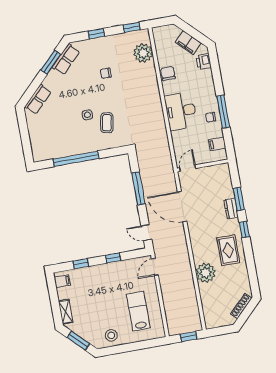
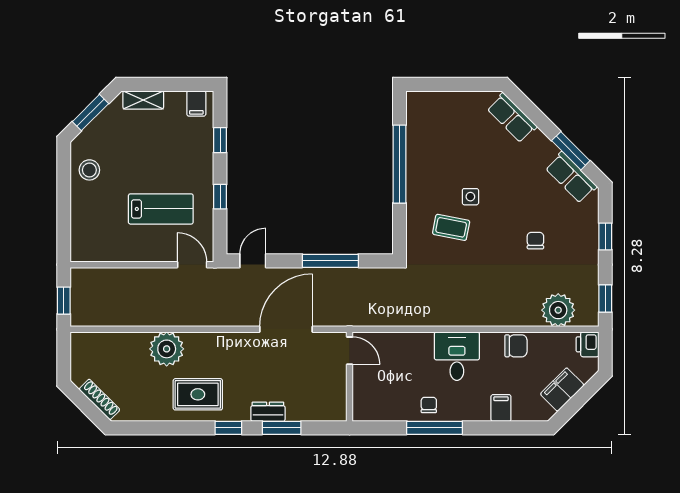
printer: (204, 62) -> (587, 344), moved, turned -90
desk: (181, 111) -> (457, 356), width x0.73
filing cabinet: (217, 144) -> (501, 408), moved
lab bench: (138, 311) -> (161, 209), moved

